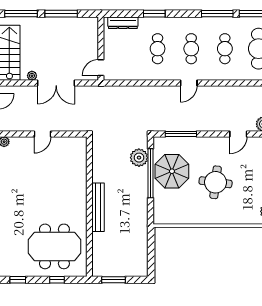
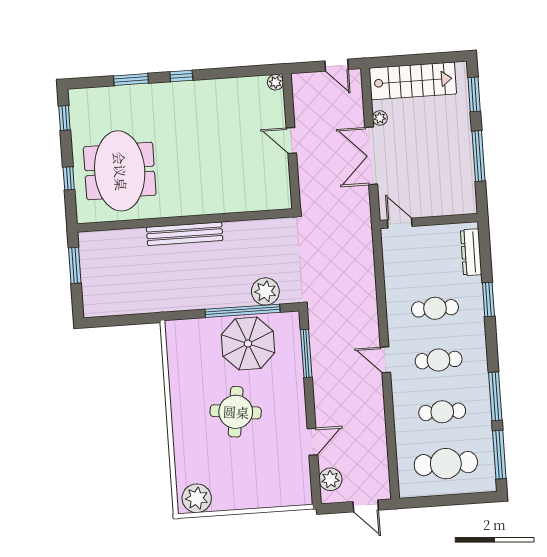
window: (21, 14) -> (474, 94), width x0.69
door: (238, 134) -> (312, 442), swing flipped

